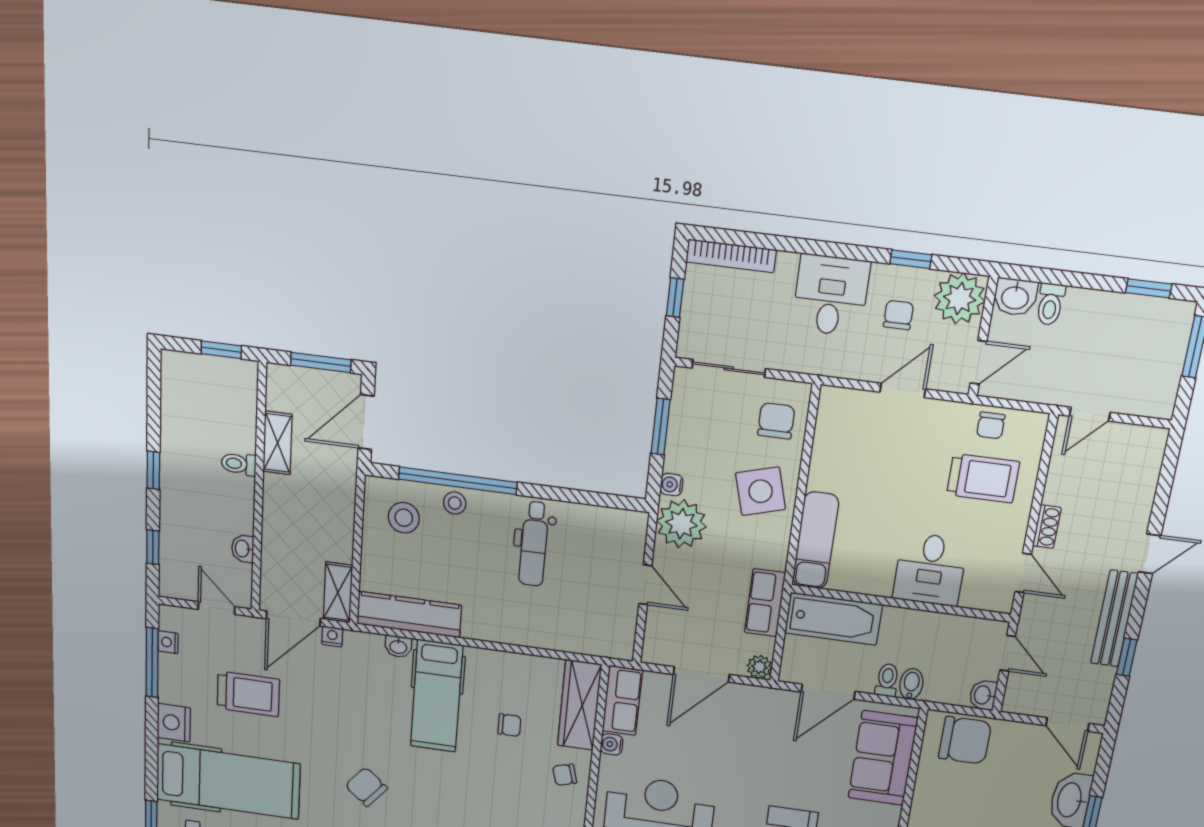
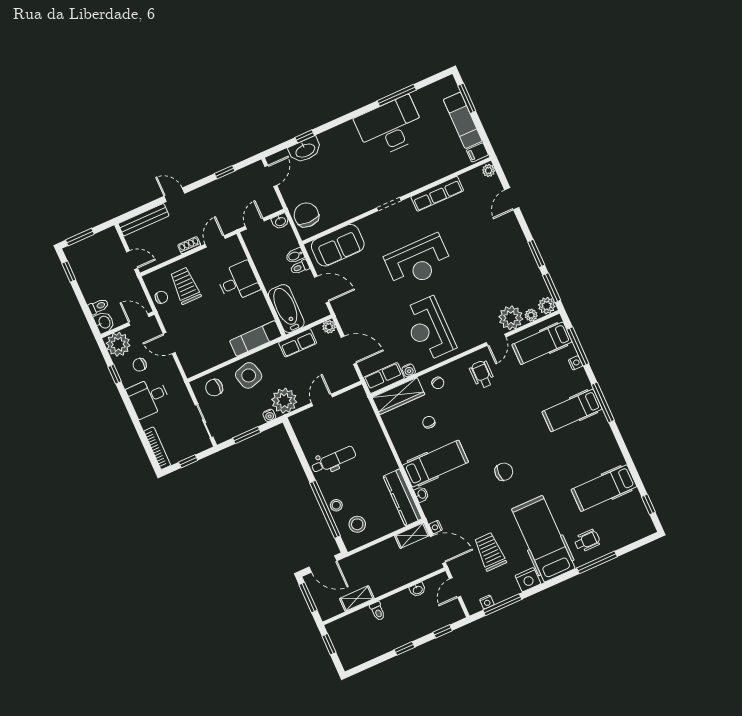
bench: (1114, 619) -> (144, 220), moved
chair: (366, 787) -> (504, 472), turned -130

